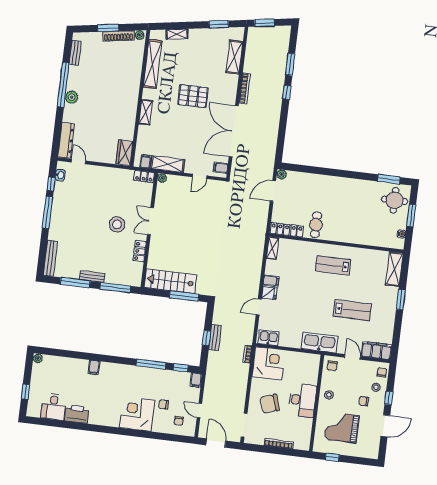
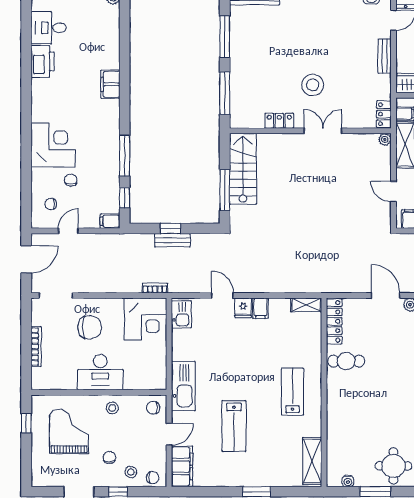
shelving: (394, 269) -> (312, 461), moved, turned 90
bench: (92, 277) -> (384, 56), moved
filing cabinet: (94, 367) -> (110, 84), width x2.00
chair: (270, 404) -> (90, 327), turned 109

